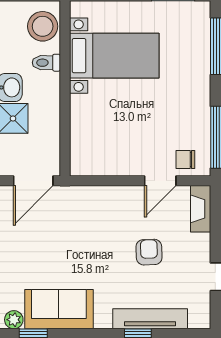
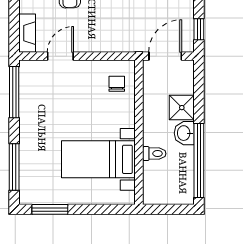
stool: (43, 26) -> (157, 183), removed
chair: (185, 159) -> (117, 84), moved, turned -90

